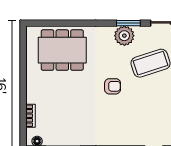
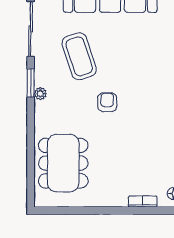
plant: (124, 36) -> (40, 94), width x0.53, depth x0.53

